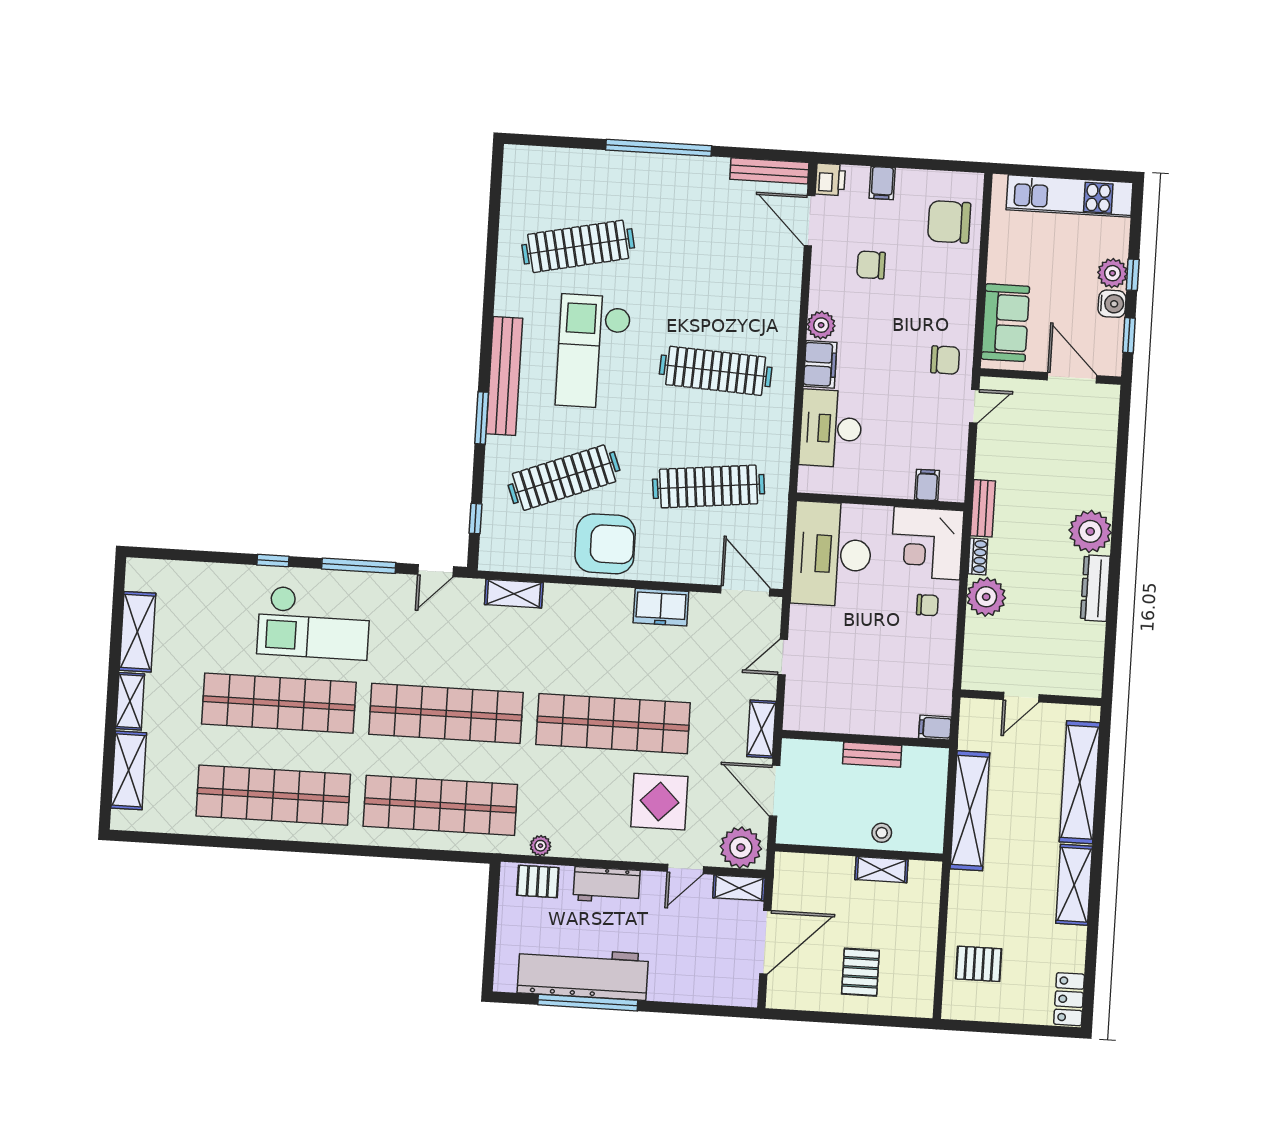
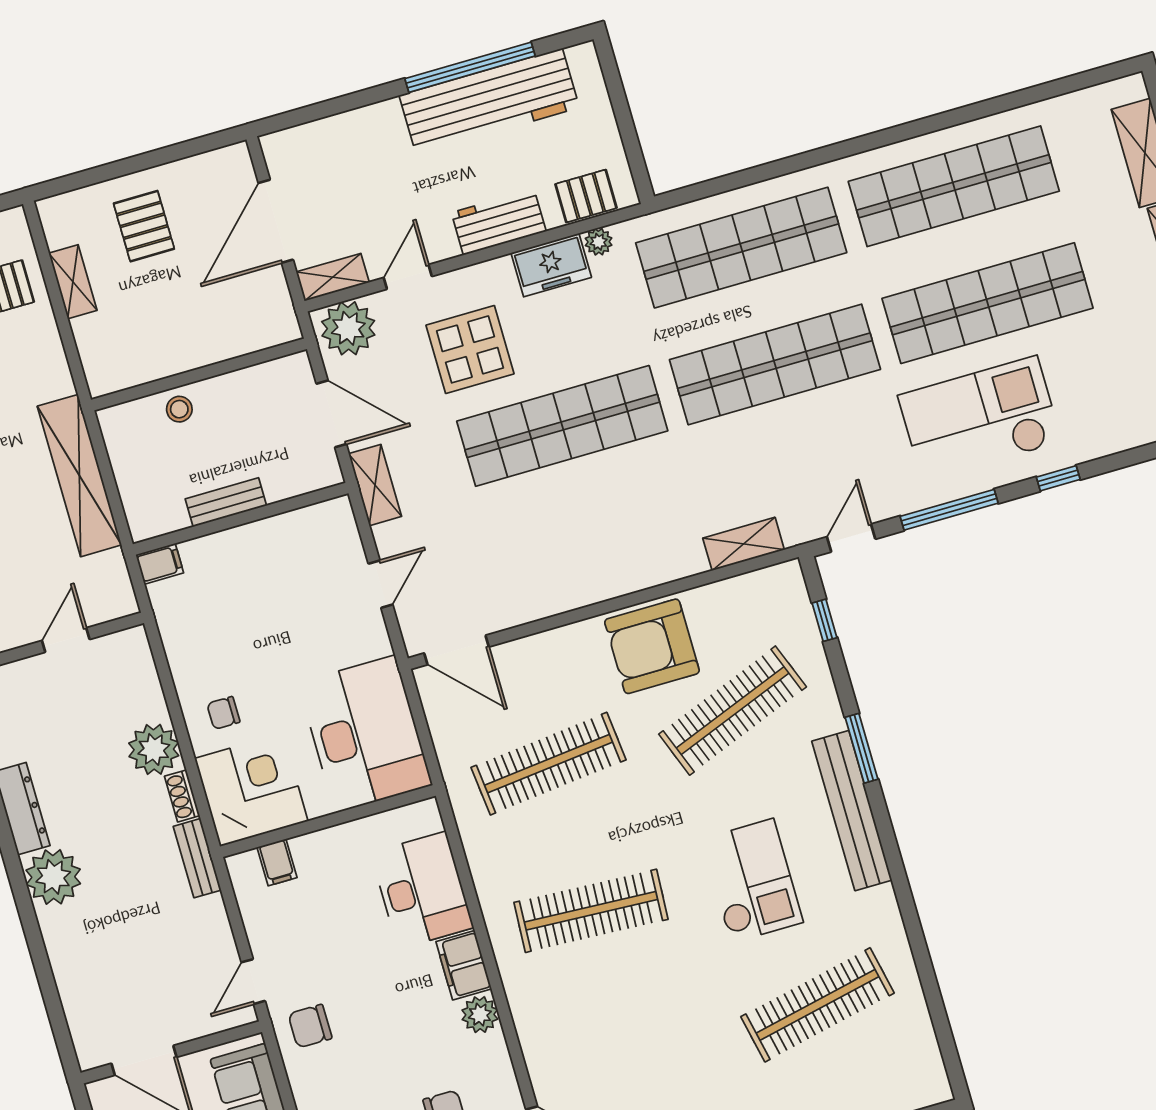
checkout: (593, 351) -> (752, 881), width x0.73, depth x0.83
freezer: (661, 607) -> (551, 265), moved, turned 180
shelving: (881, 870) -> (73, 282), moved, turned 90

